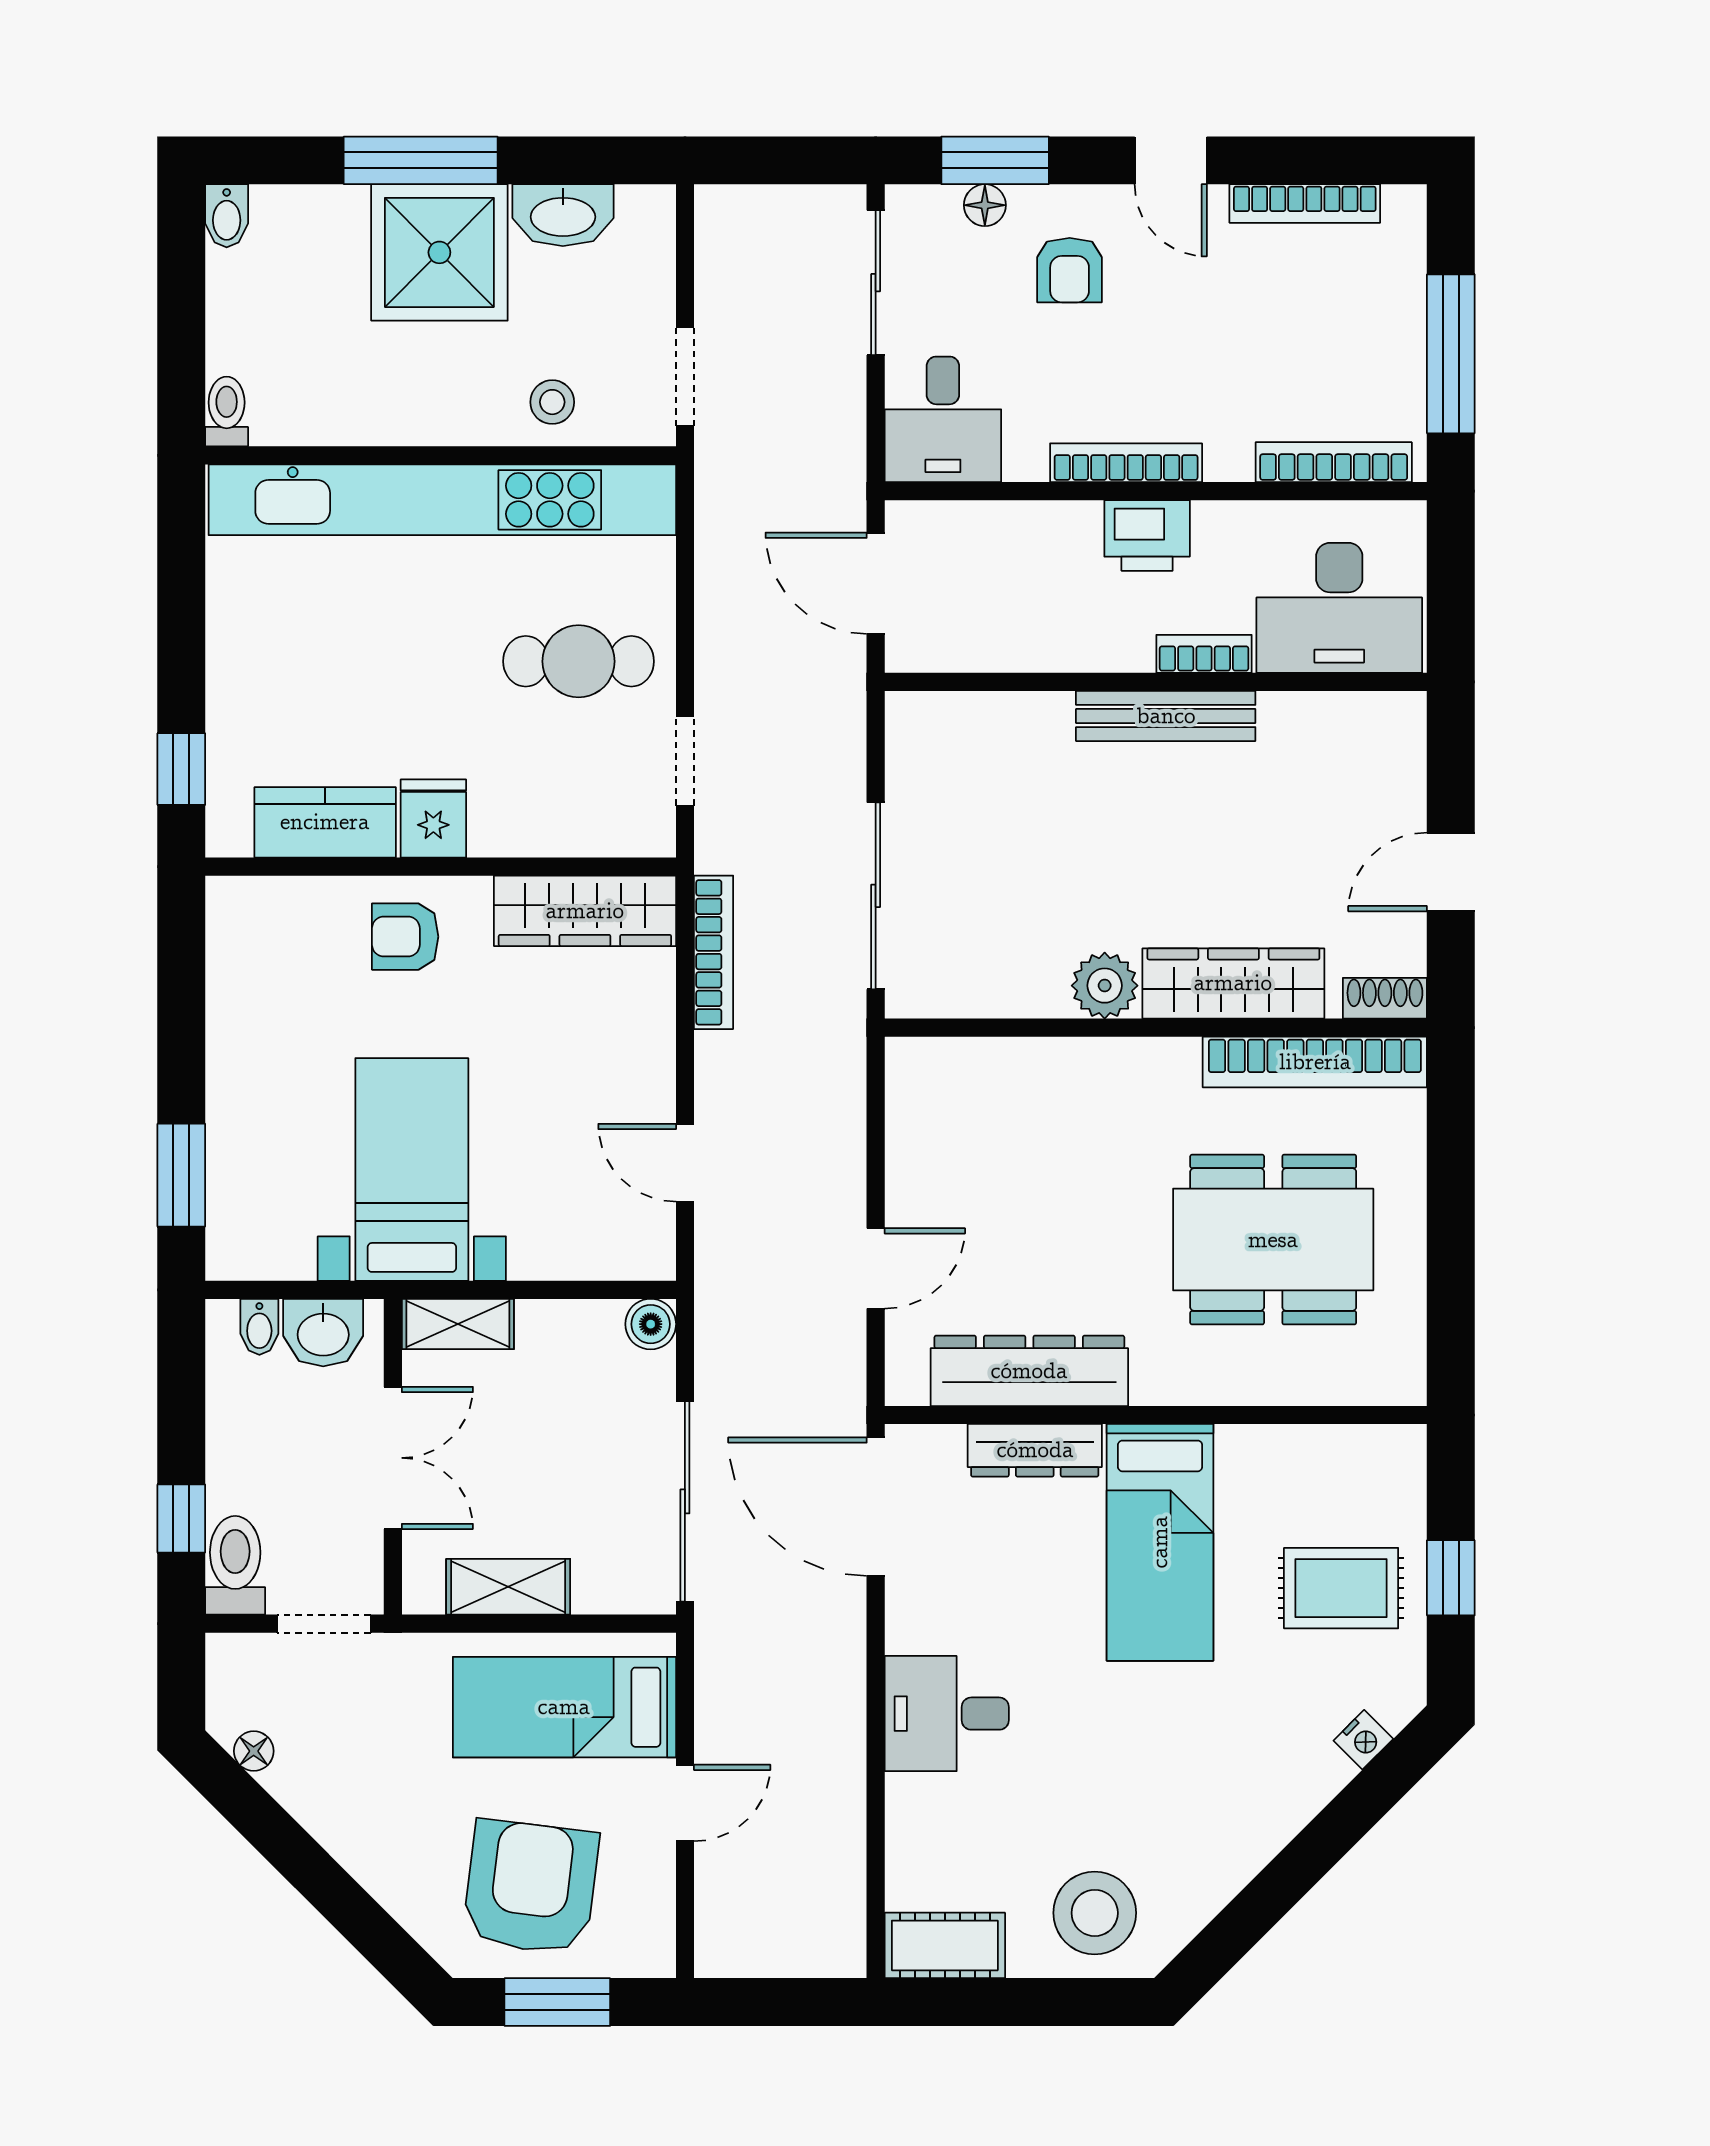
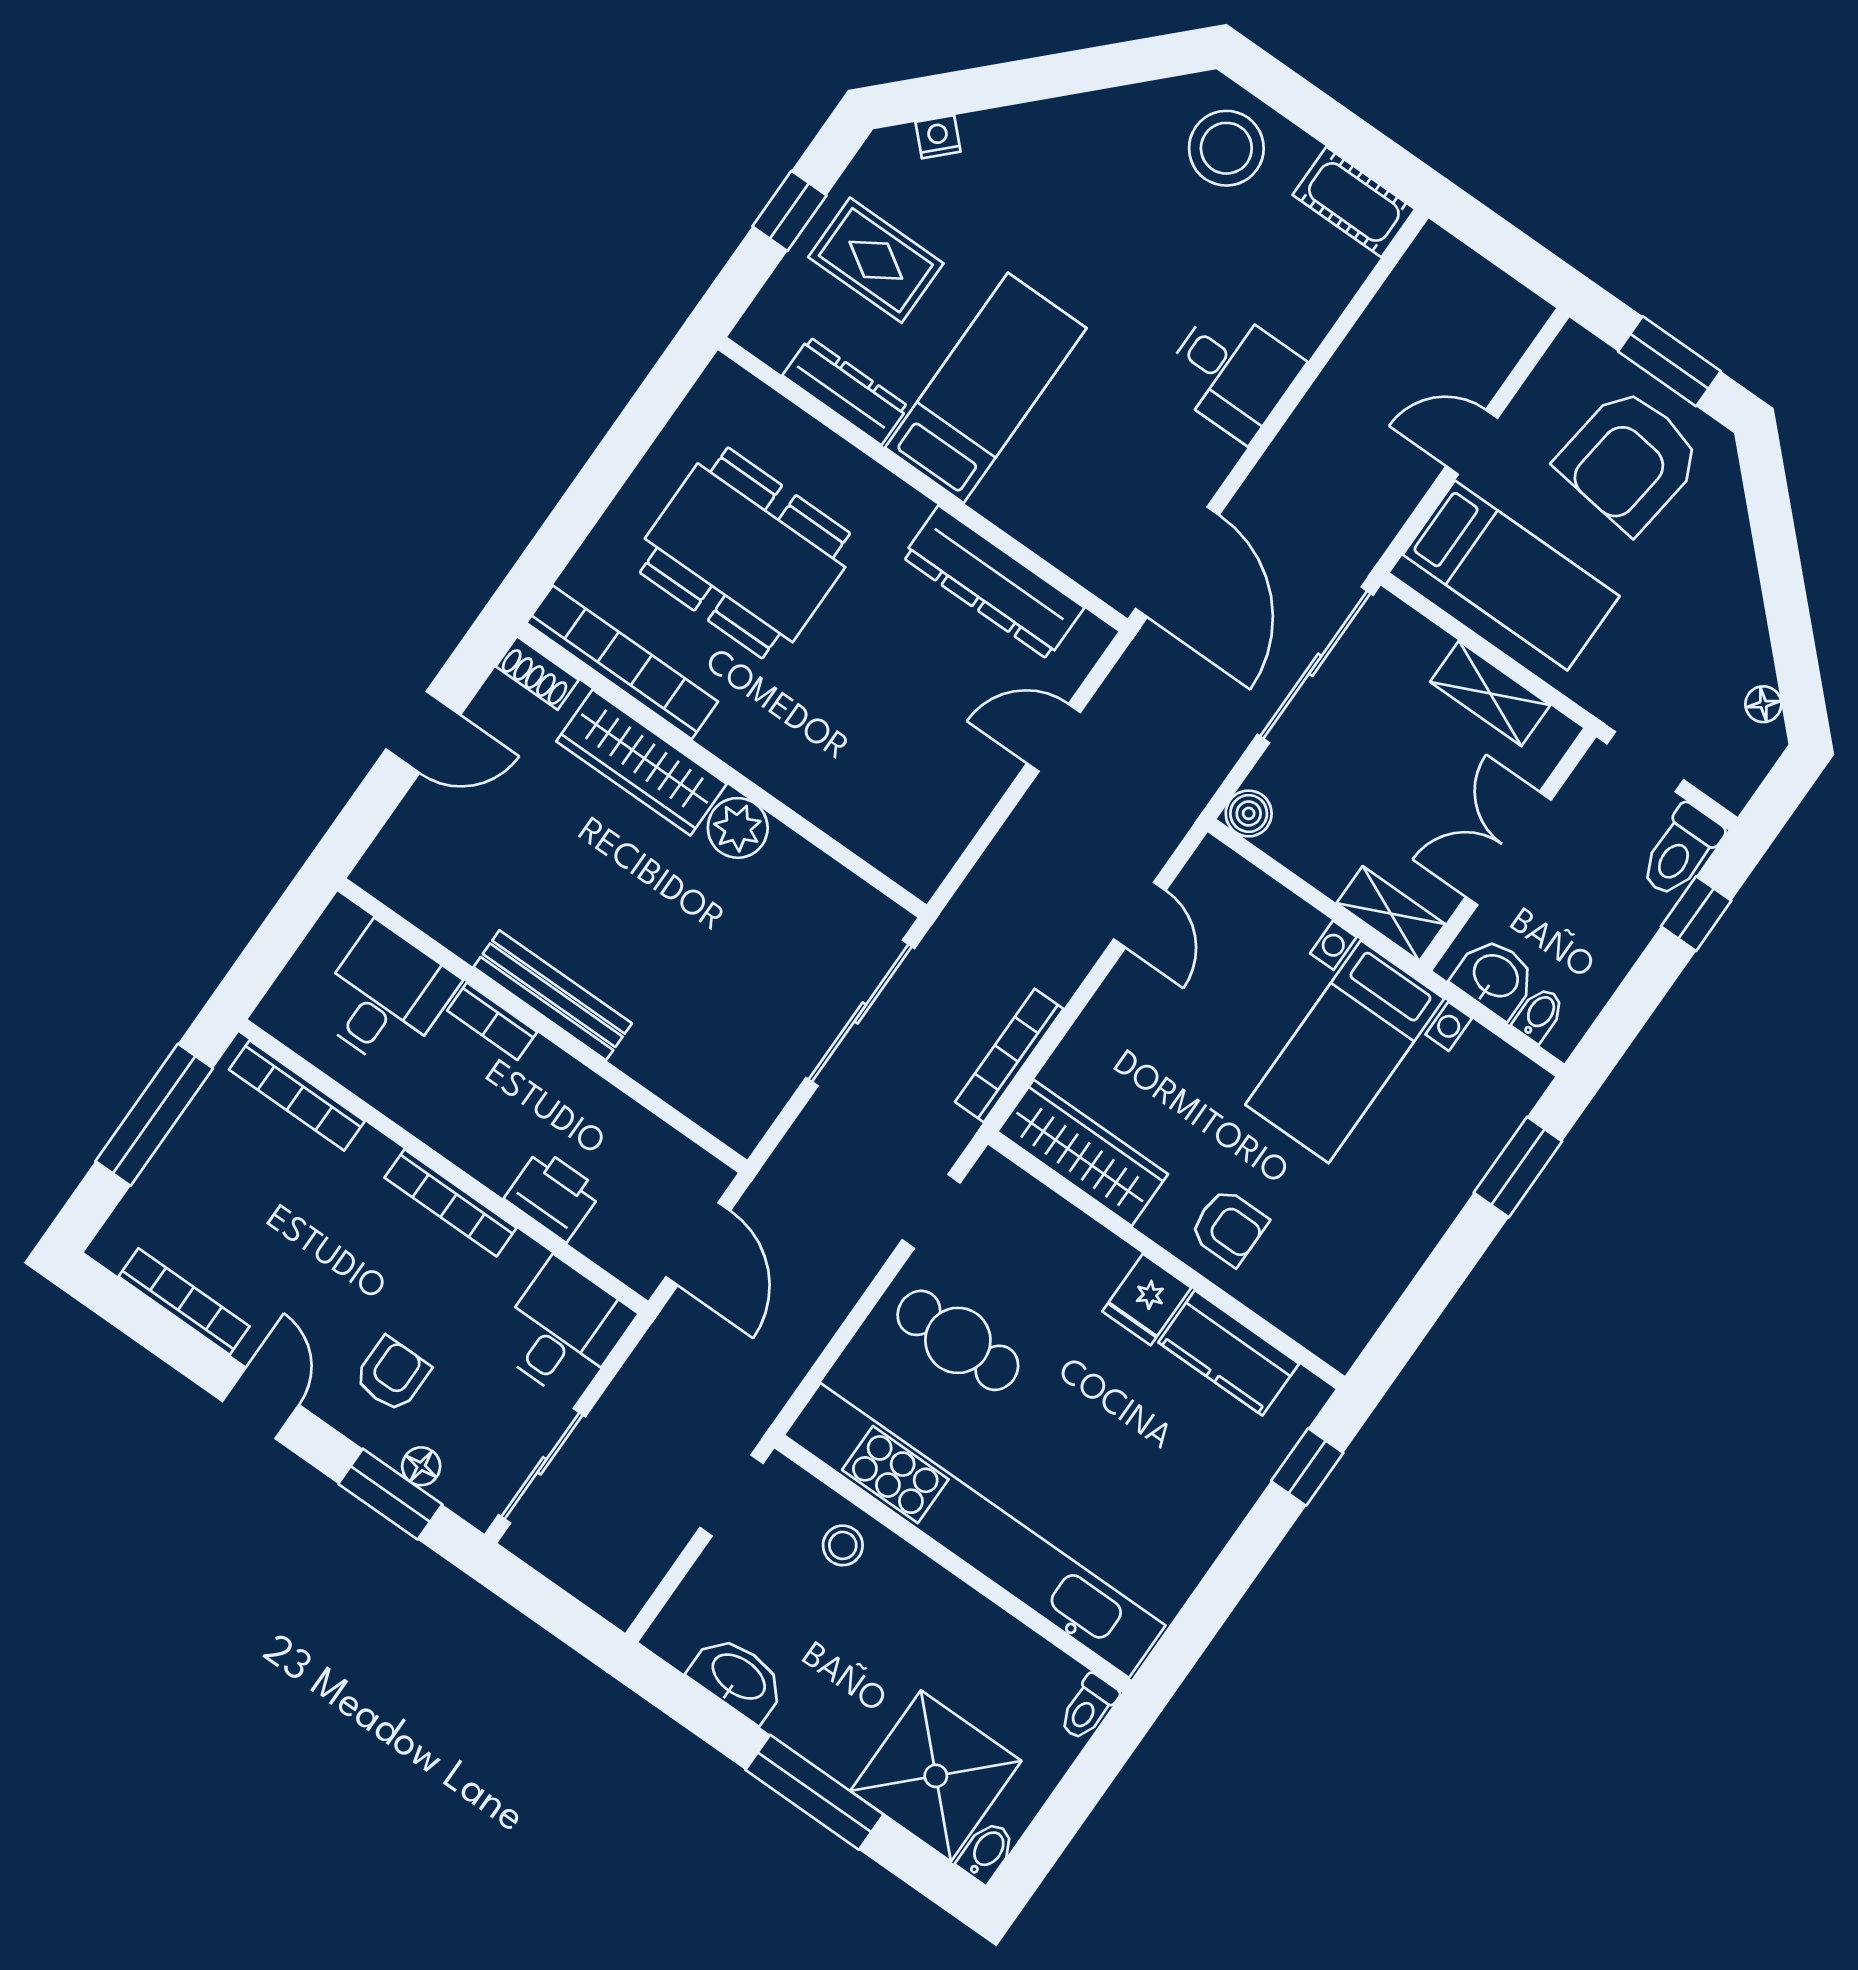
shower: (439, 252) -> (936, 1776), moved
printer: (1147, 535) -> (553, 1195), moved
desk: (1339, 608) -> (385, 997), width x0.73
dresser: (1035, 1450) -> (845, 391), moved

